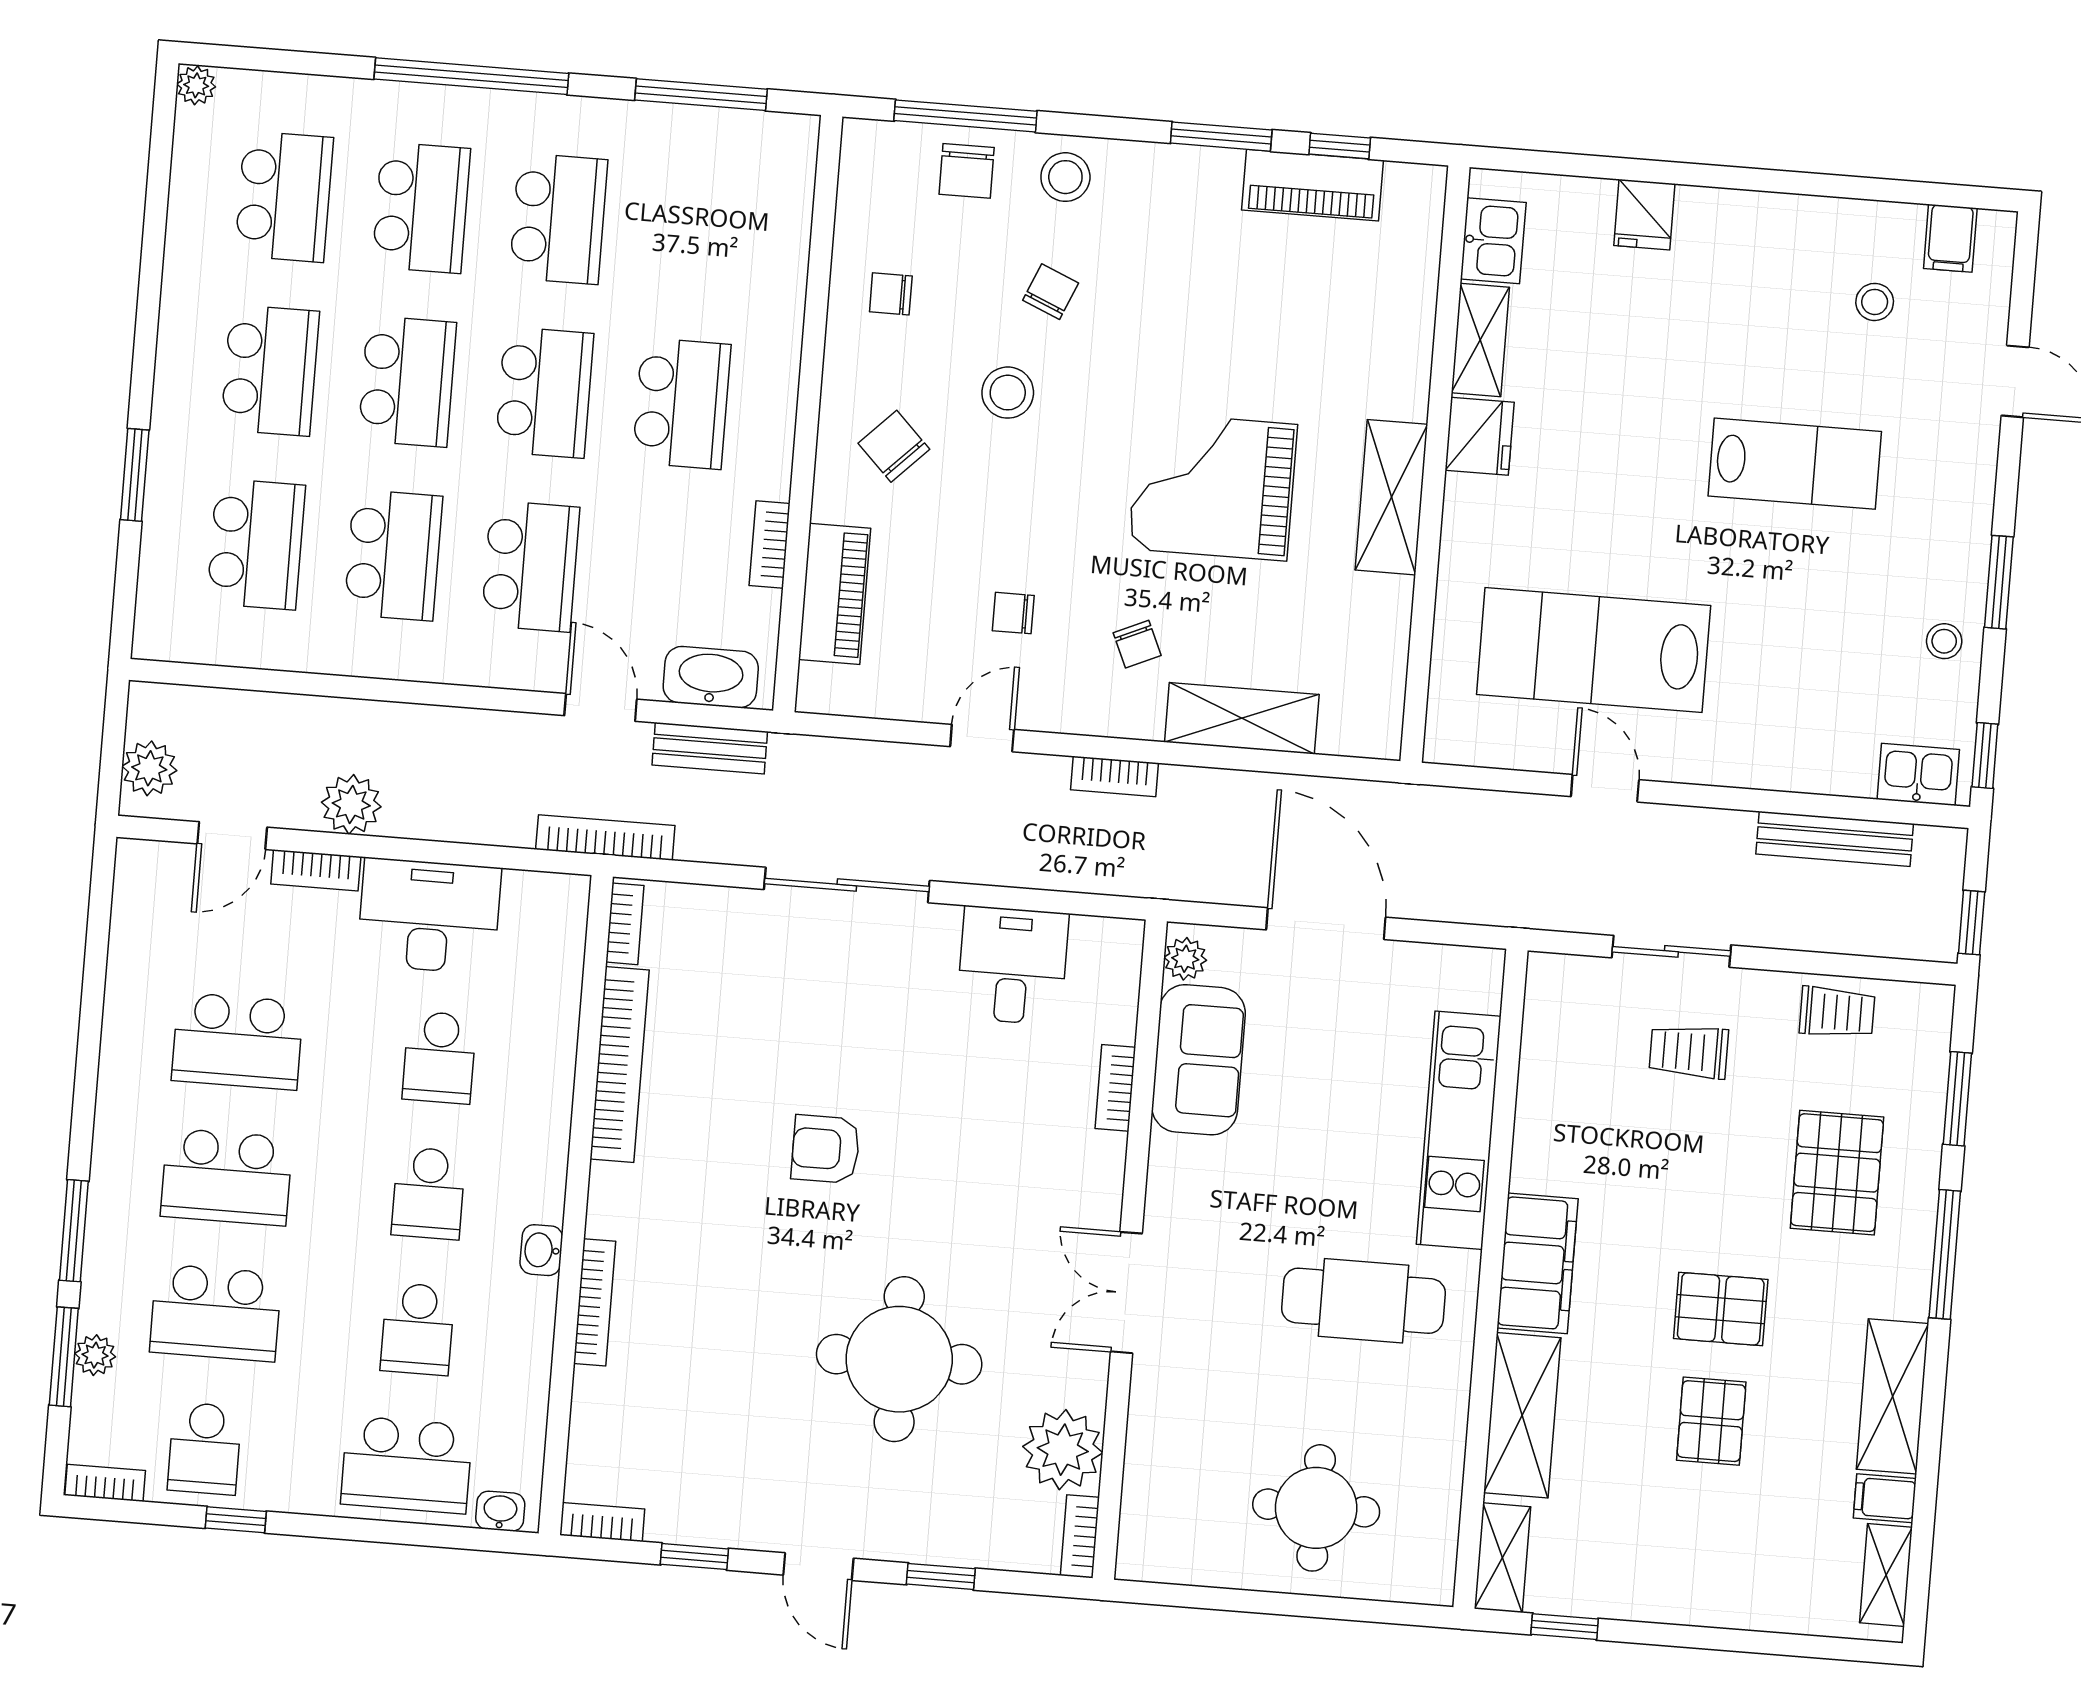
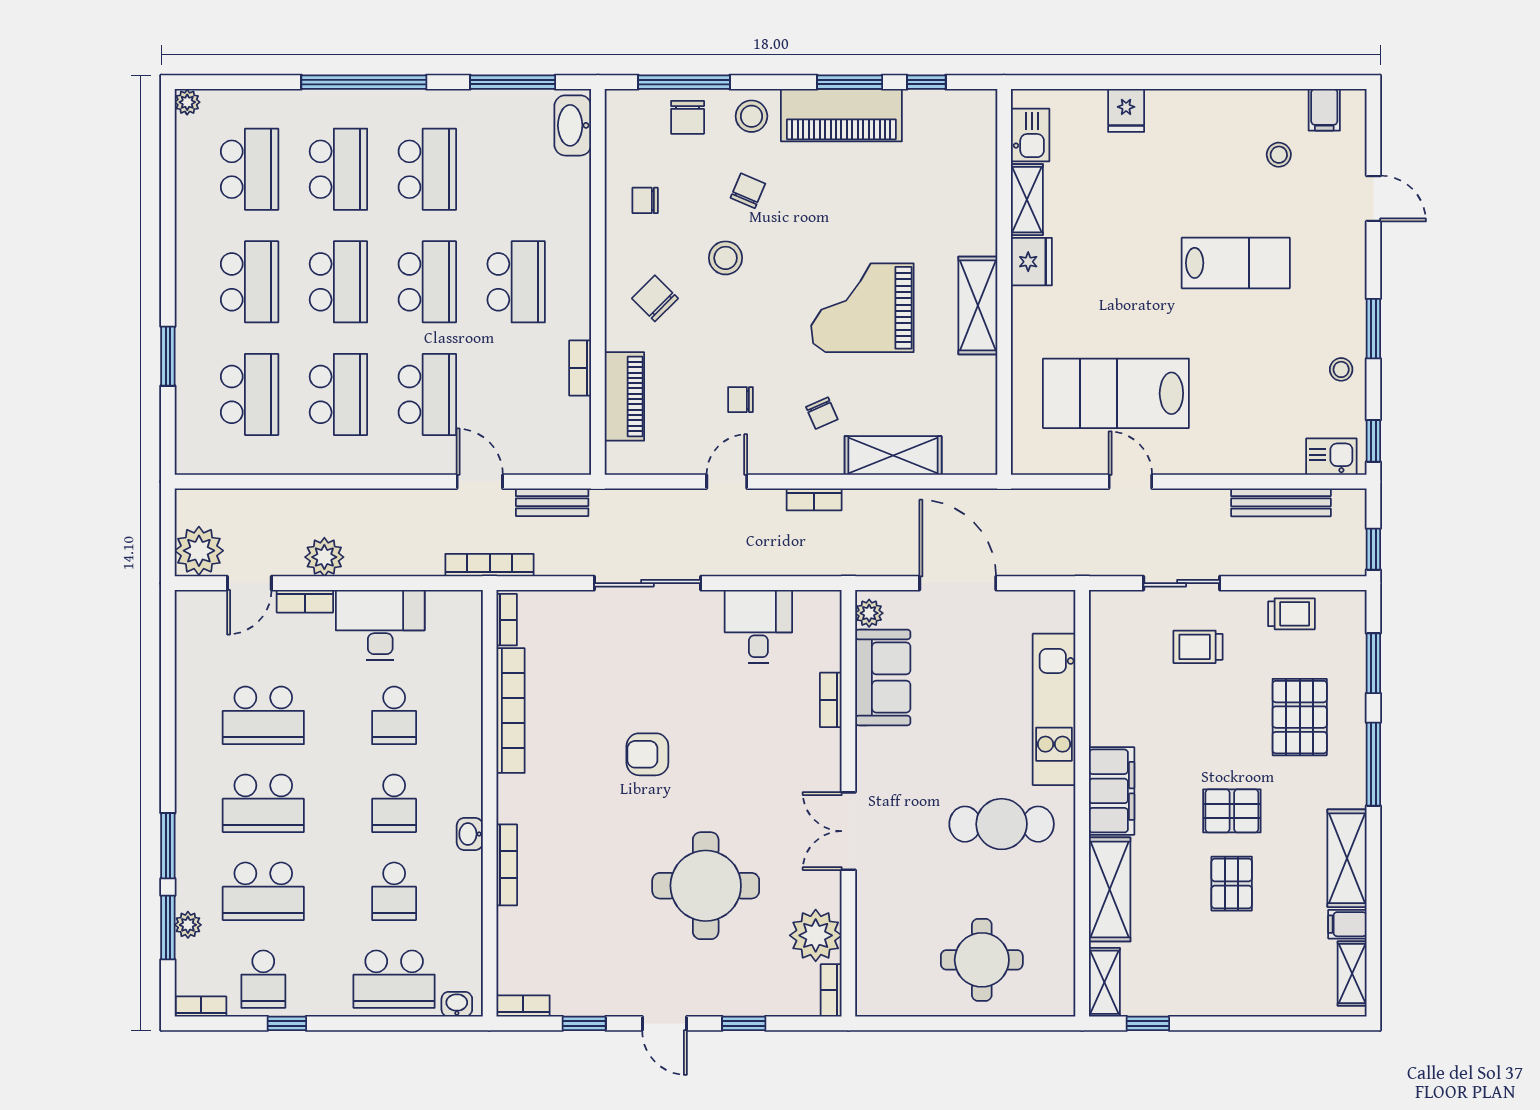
piano: (1312, 185) -> (841, 115), moved, width x1.37, depth x1.33
washbasin: (711, 677) -> (573, 125), moved, turned -90
plant: (149, 768) -> (199, 551), width x1.36, depth x1.36

